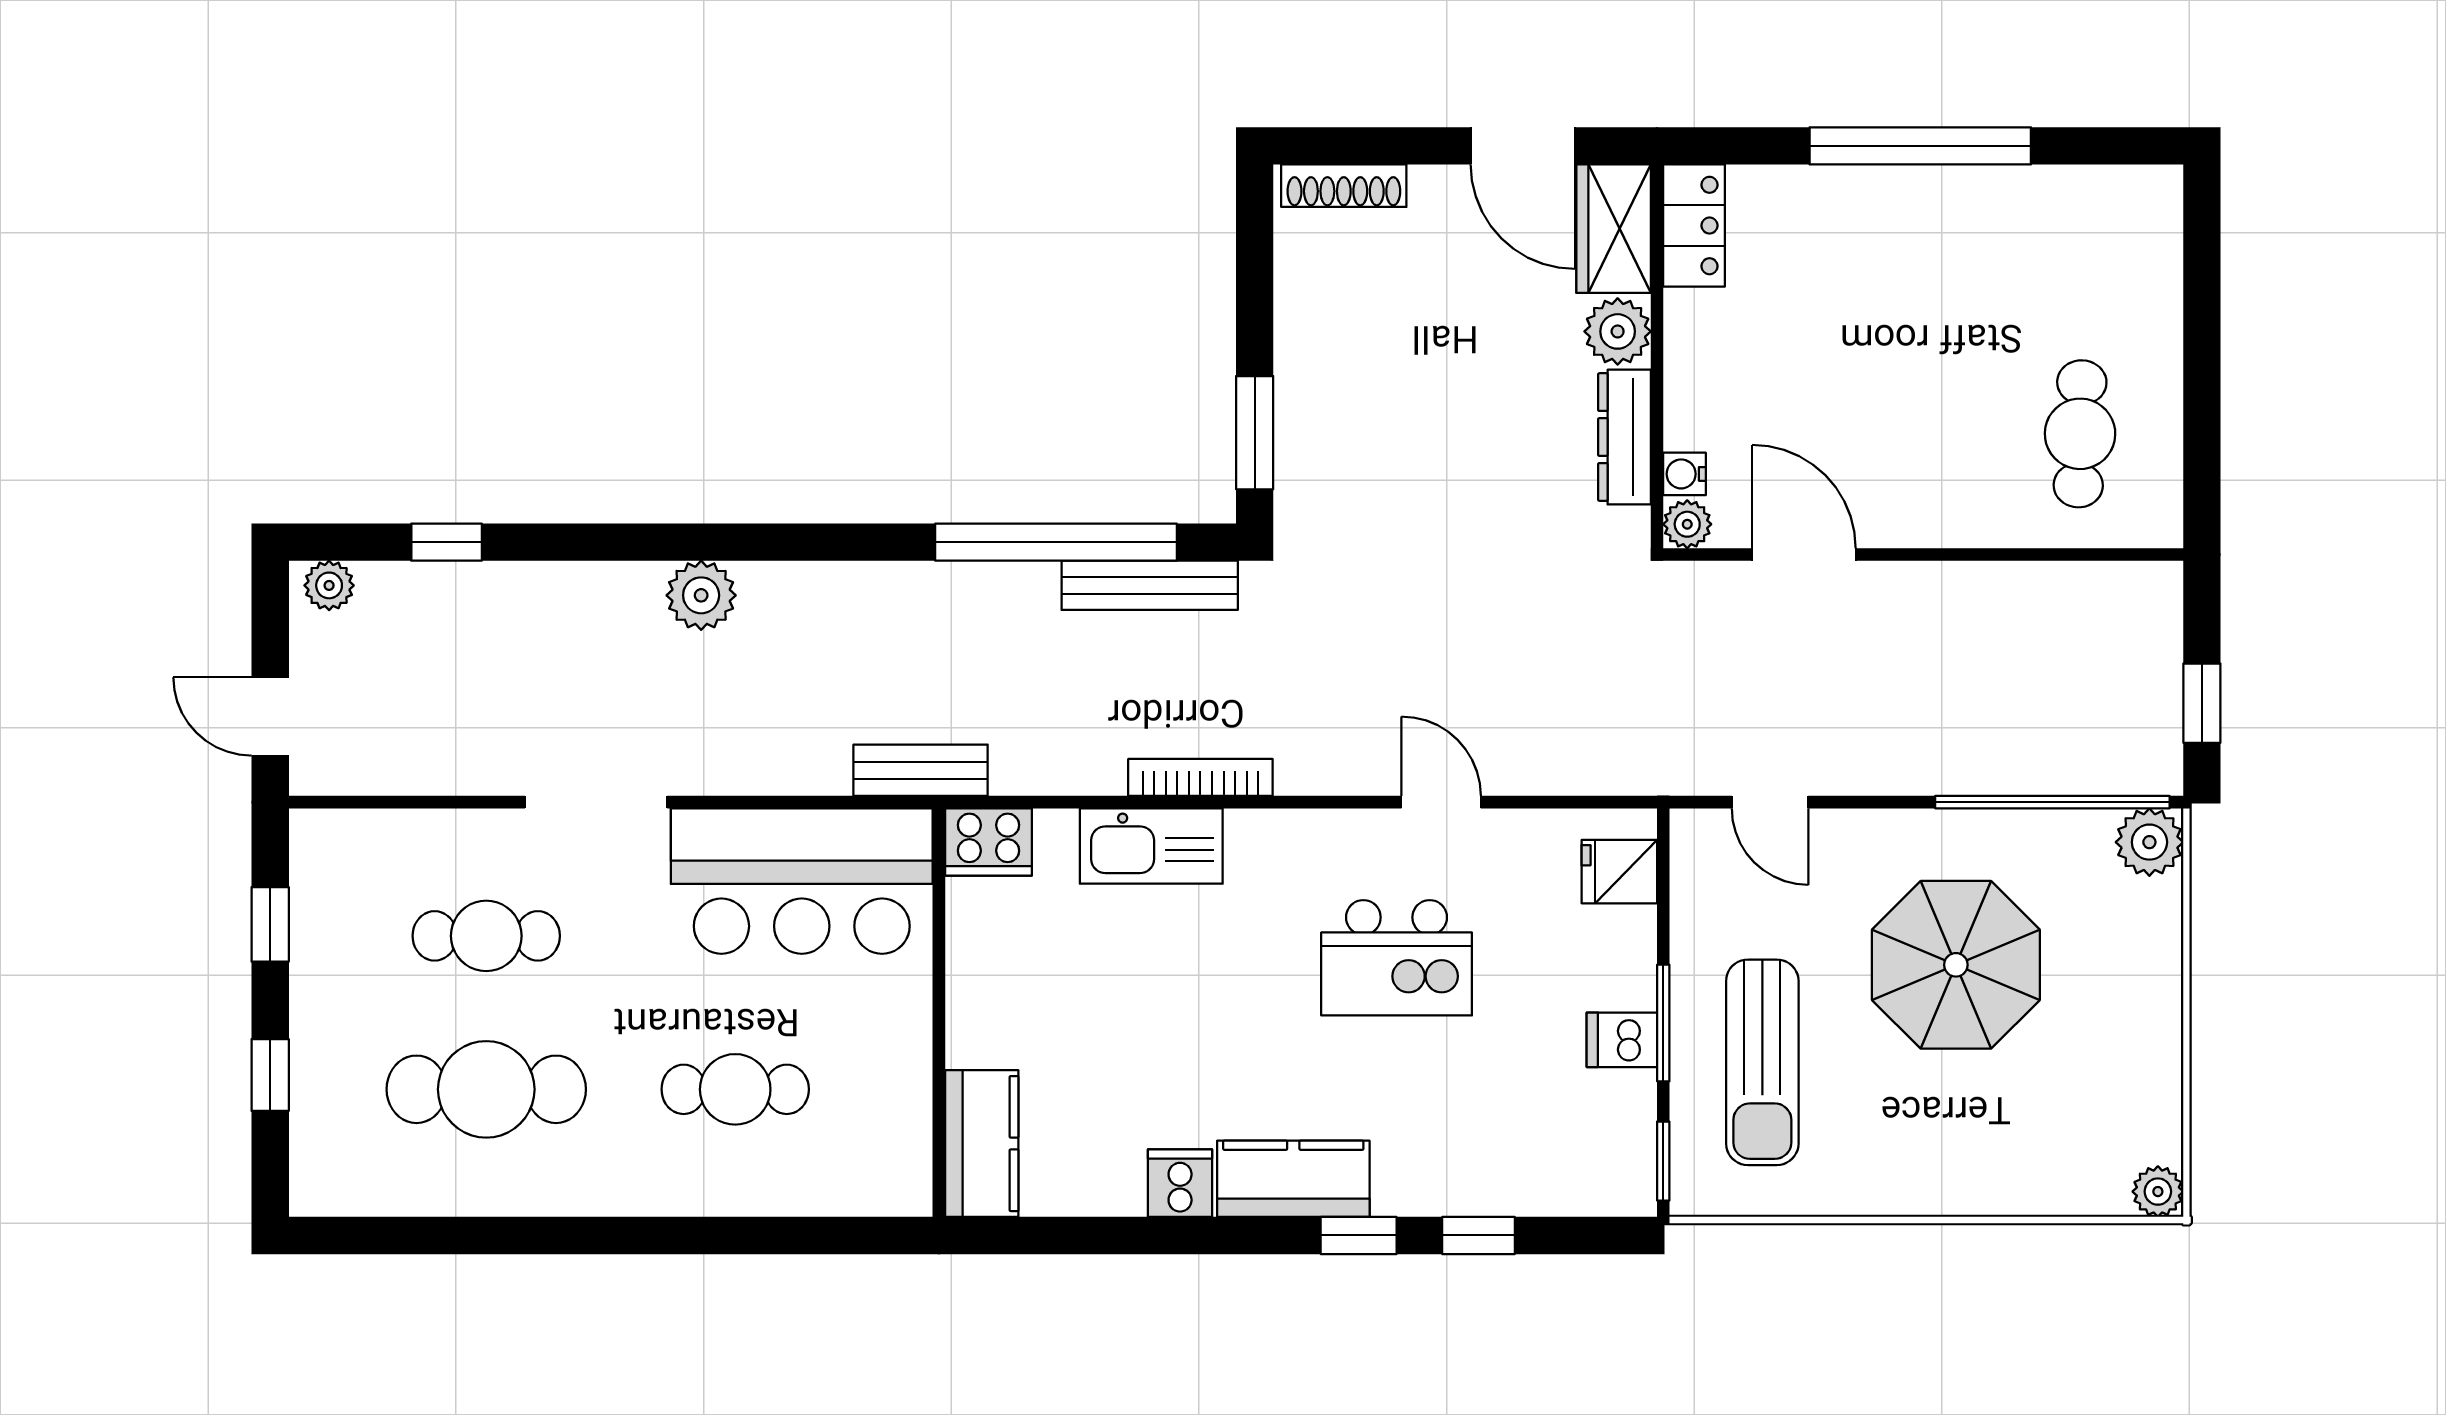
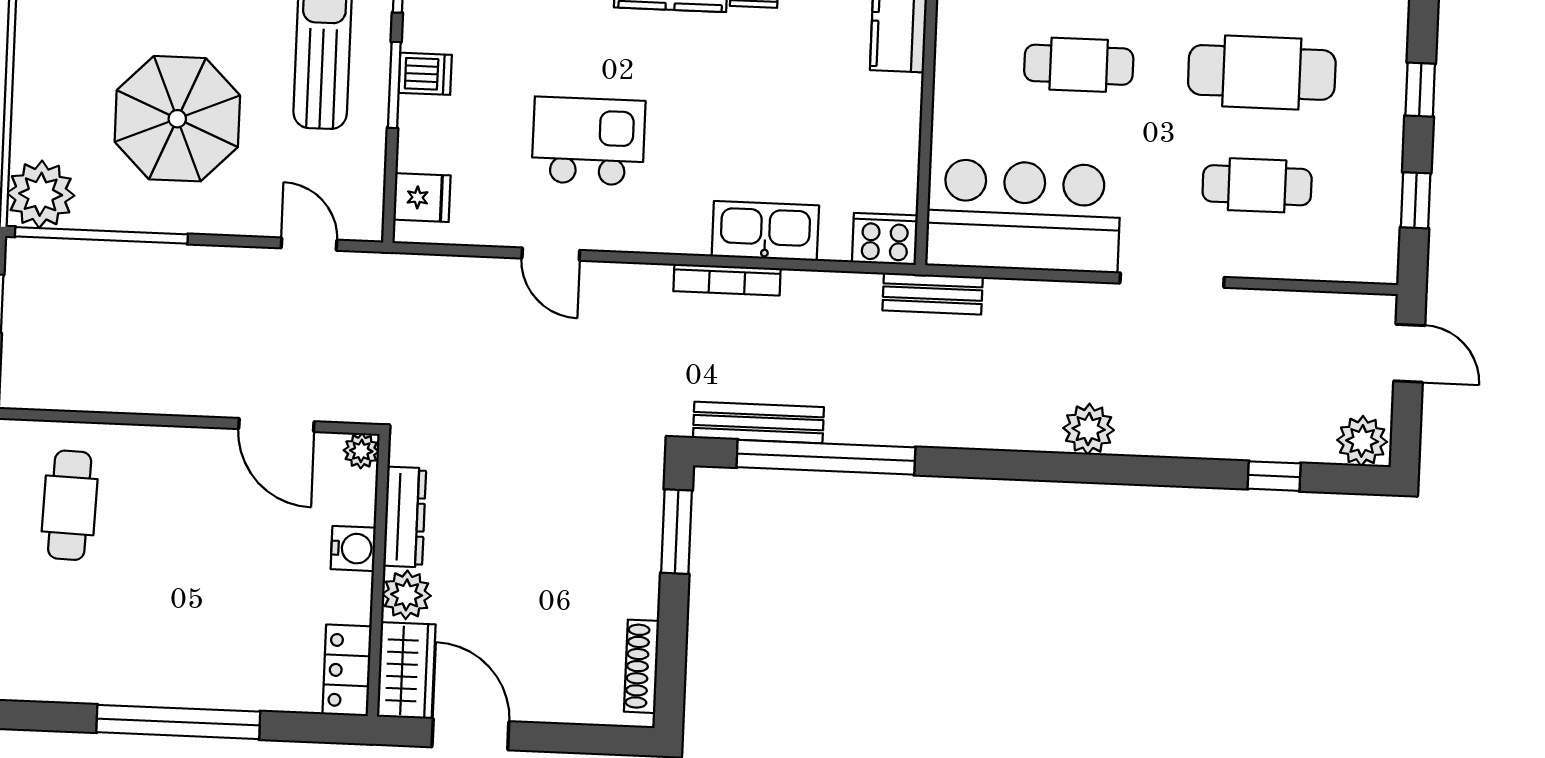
shoe rack: (1344, 186) -> (642, 666), moved, turned -90
water cooler: (1685, 474) -> (353, 548), moved, width x1.38, depth x1.38
plant: (329, 585) -> (1362, 441), width x1.38, depth x1.38
plant: (2149, 842) -> (41, 194), width x1.36, depth x1.36

